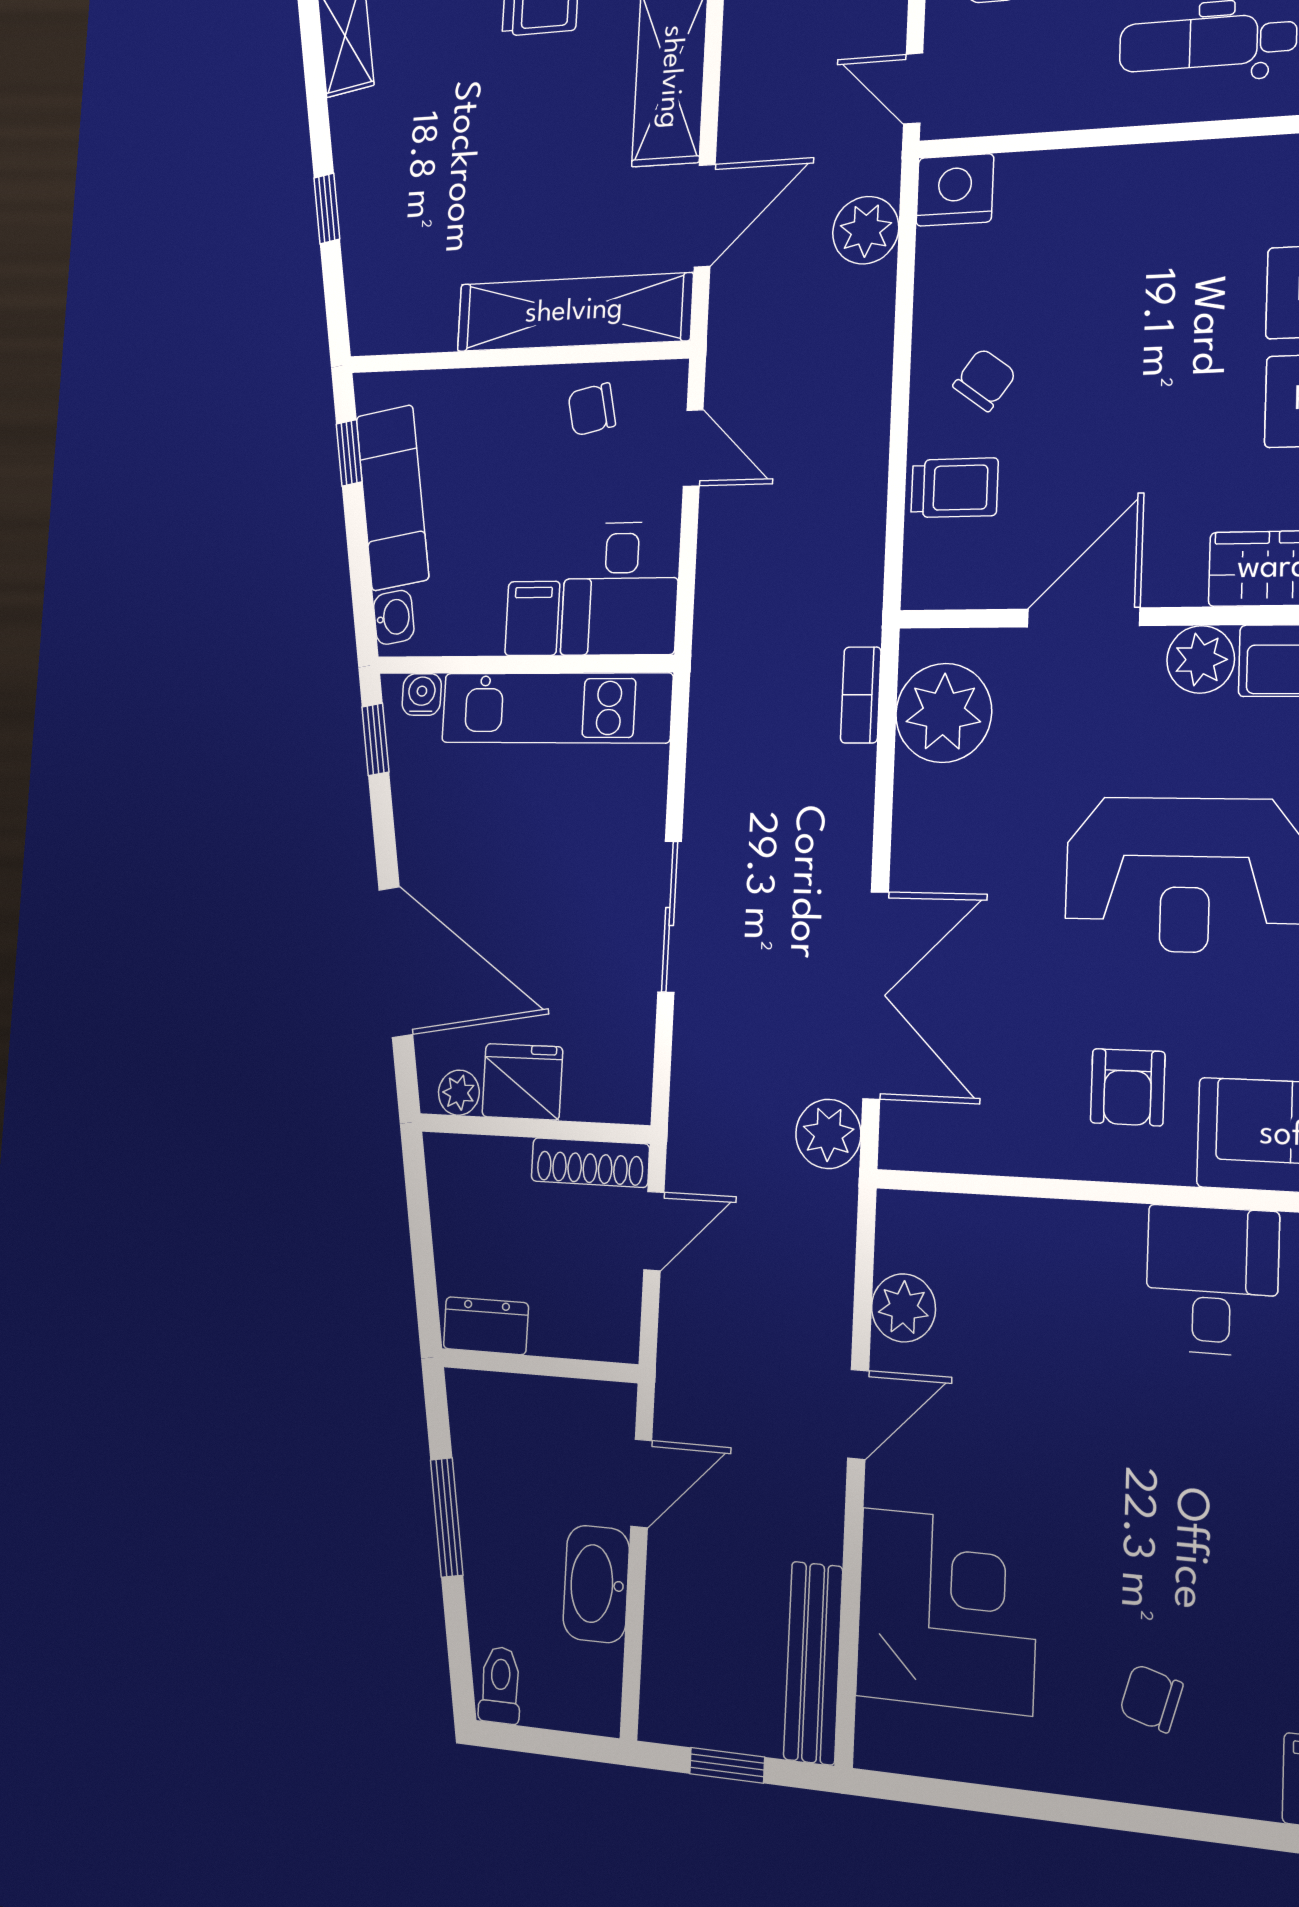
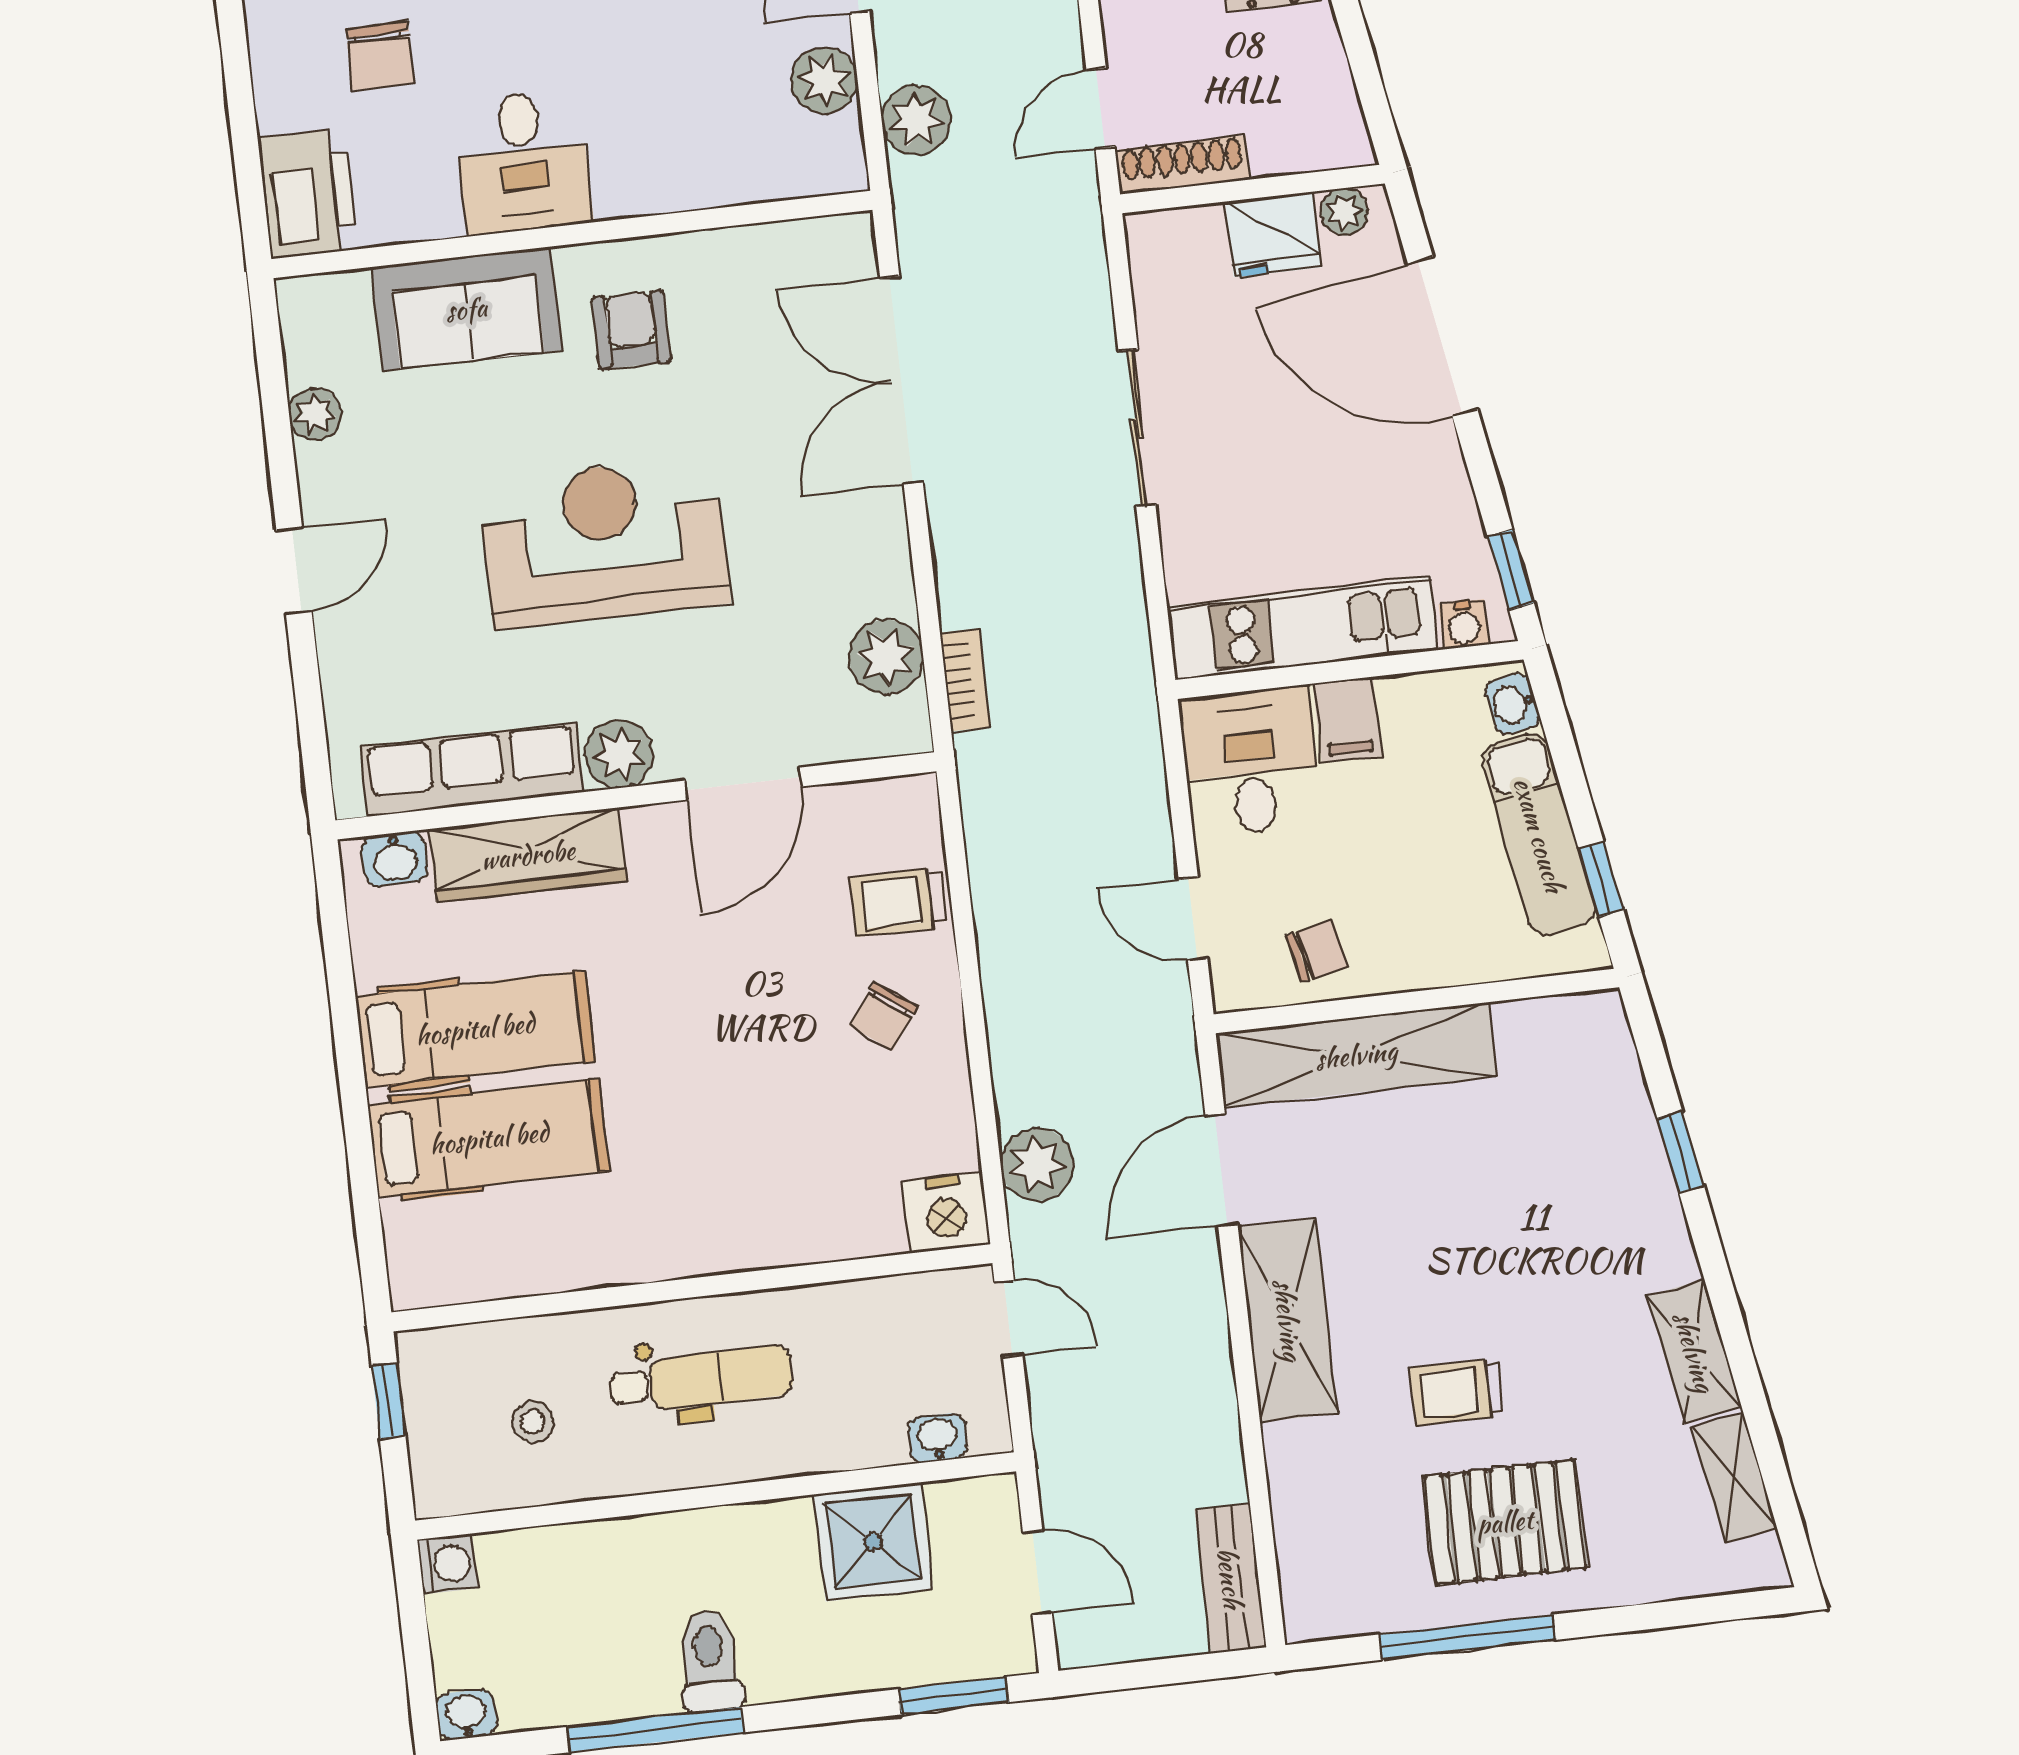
plant: (944, 713) -> (886, 657), width x0.73, depth x0.73
plant: (828, 1134) -> (916, 120), moved

